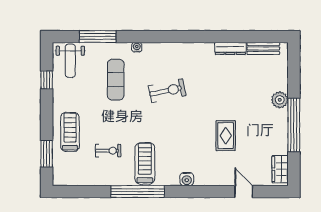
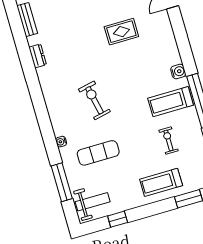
dresser: (230, 48) -> (38, 56), width x0.70
water cooler: (187, 179) -> (178, 71), moved

